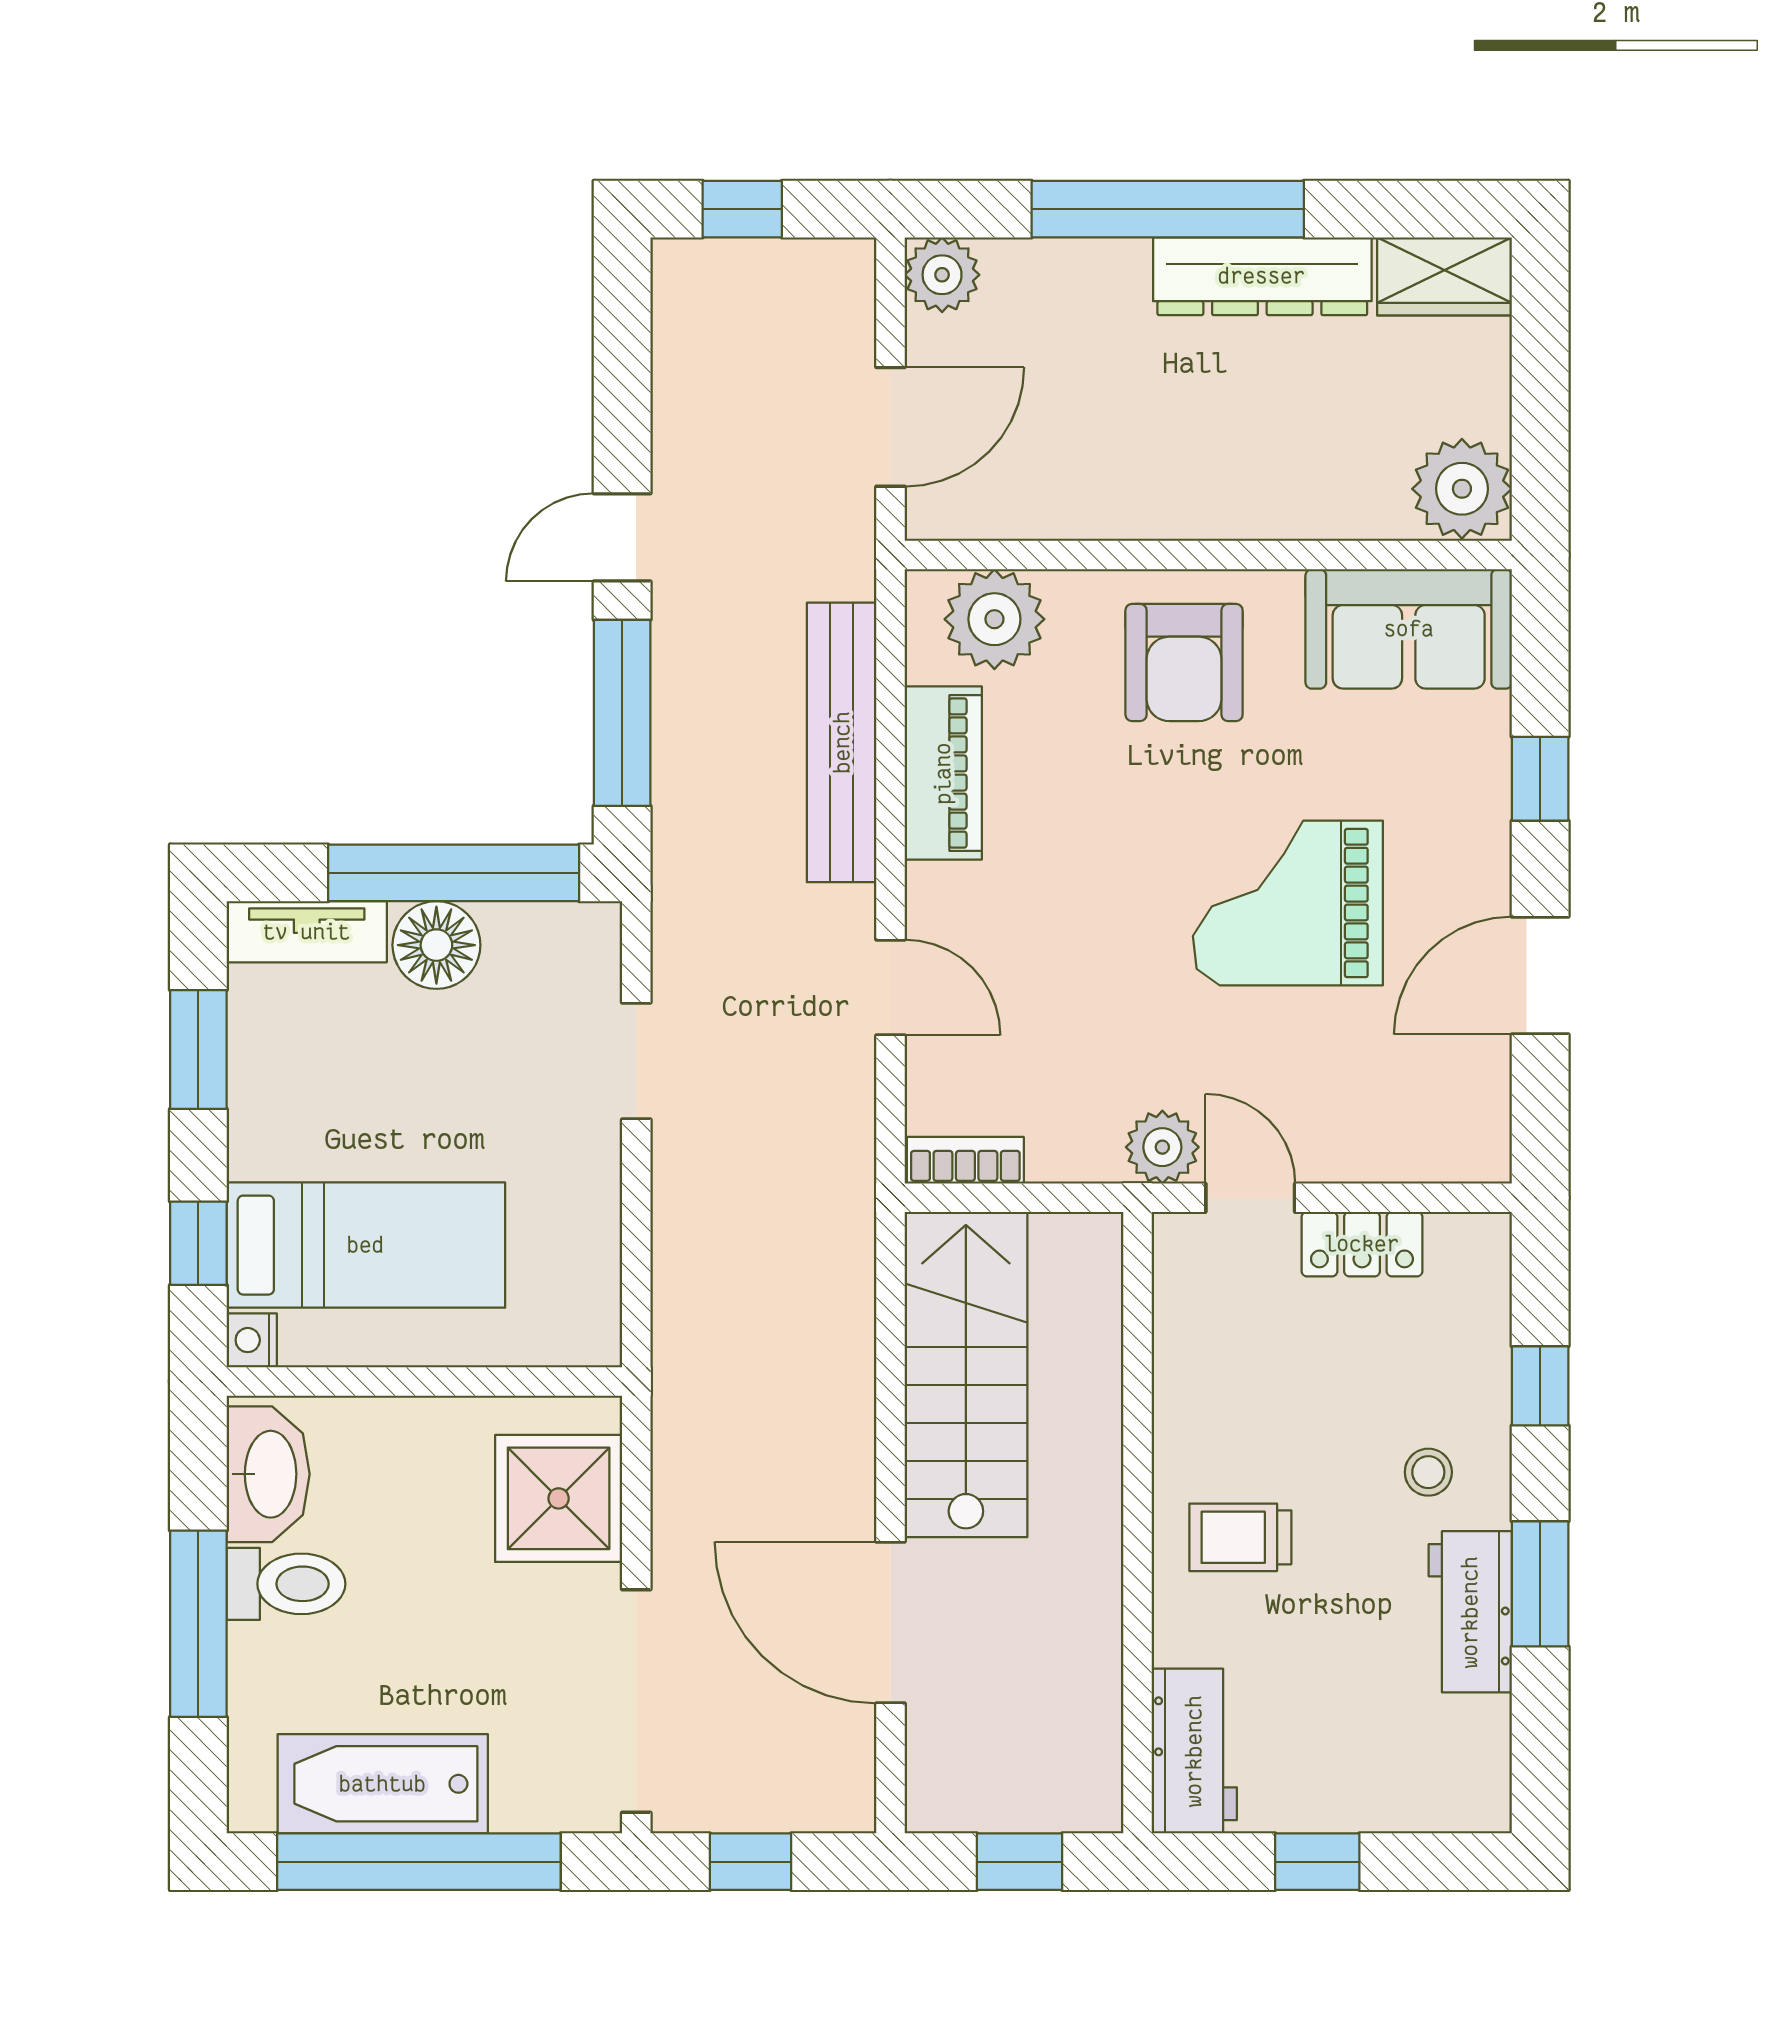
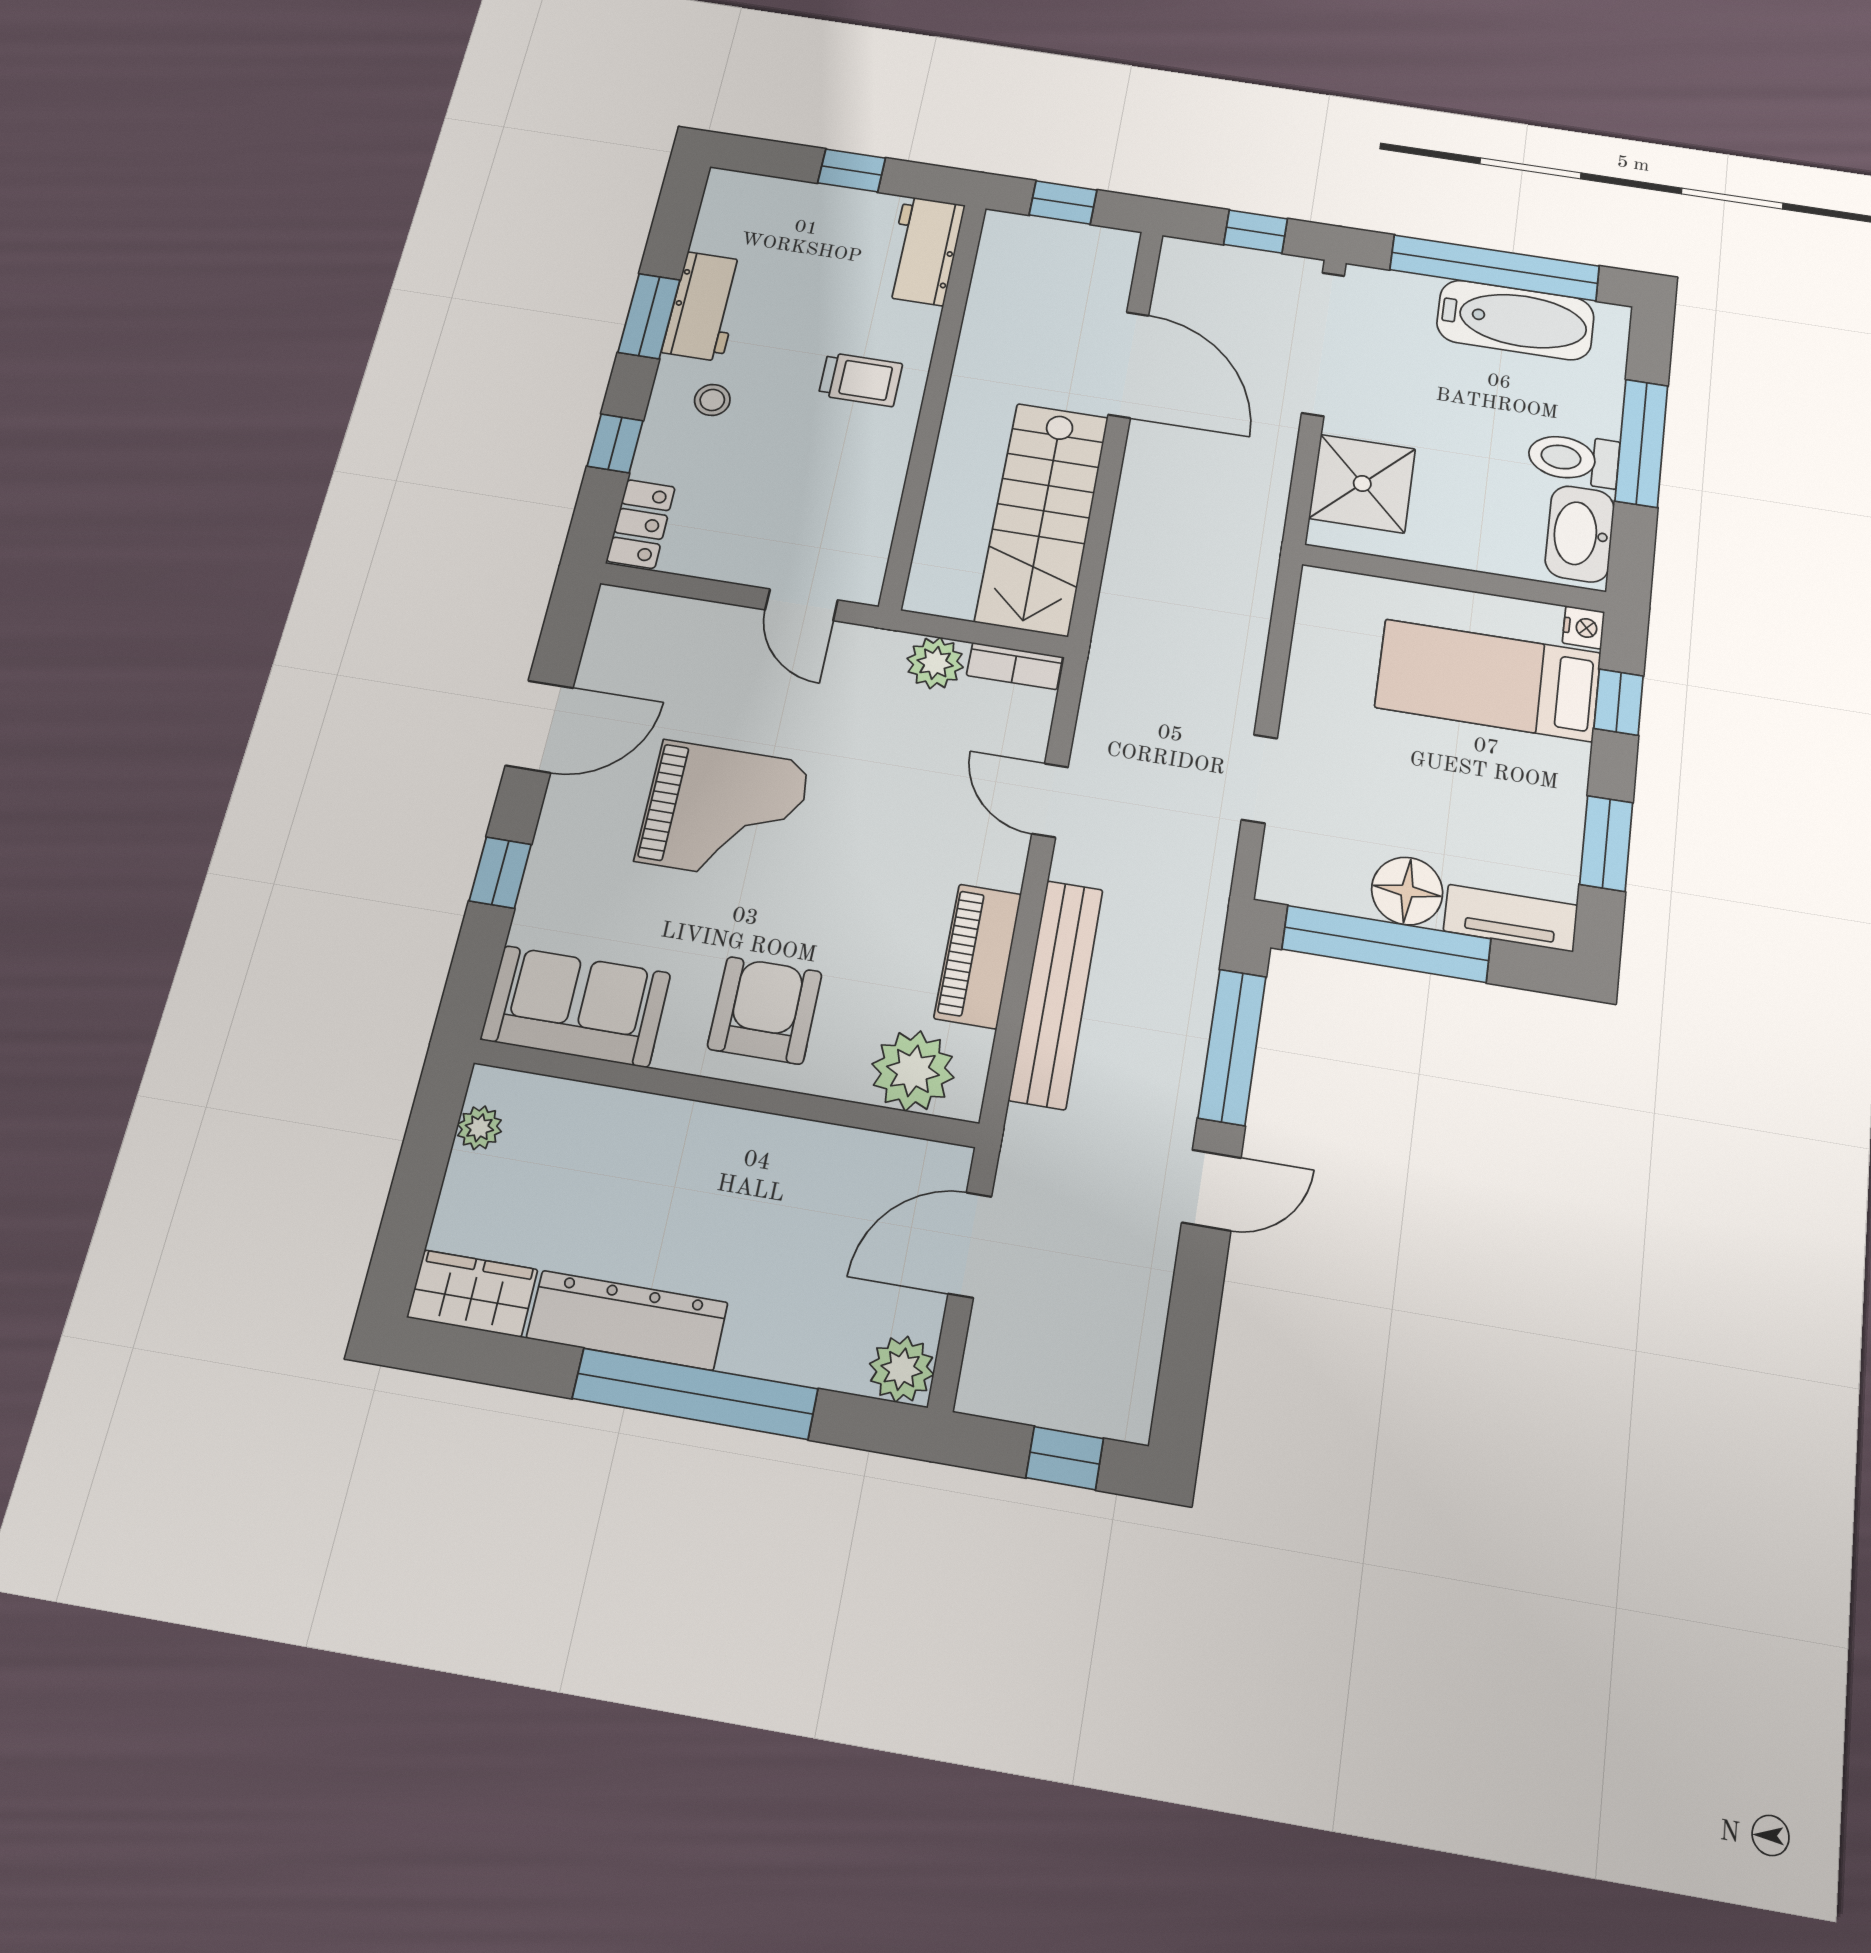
plant: (1462, 489) -> (479, 1128), width x0.53, depth x0.53
plant: (1162, 1147) -> (935, 663), moved
locker: (1362, 1244) -> (641, 524), moved, turned 90

